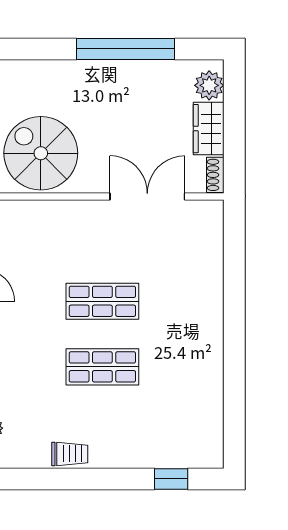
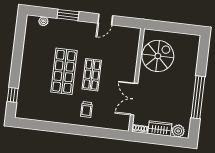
double door: (147, 196) -> (134, 99), swing flipped
shop shelf: (102, 367) -> (64, 71), width x1.43, depth x1.36
trolley: (70, 454) -> (86, 109), moved

